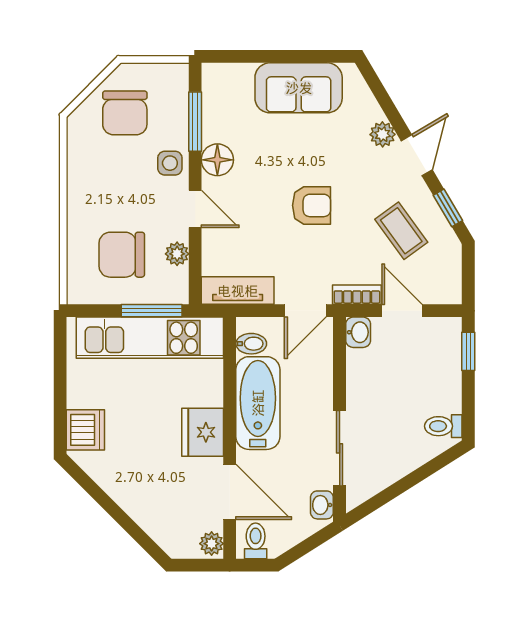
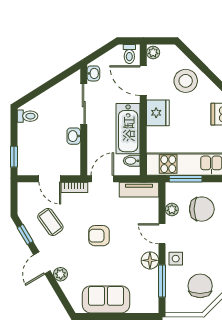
washbasin: (358, 332) -> (74, 136), moved
stool: (152, 491) -> (186, 81), added

